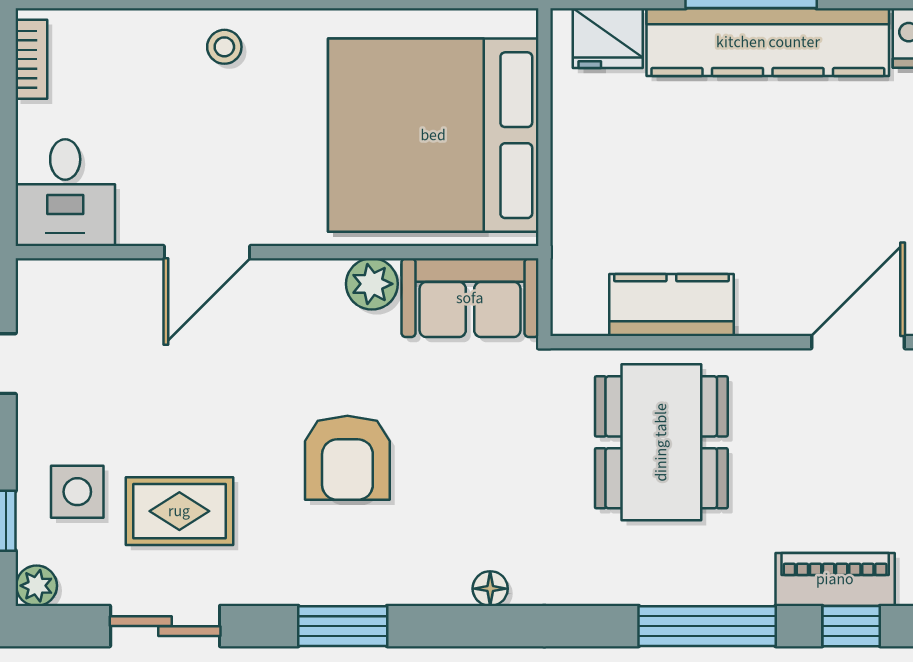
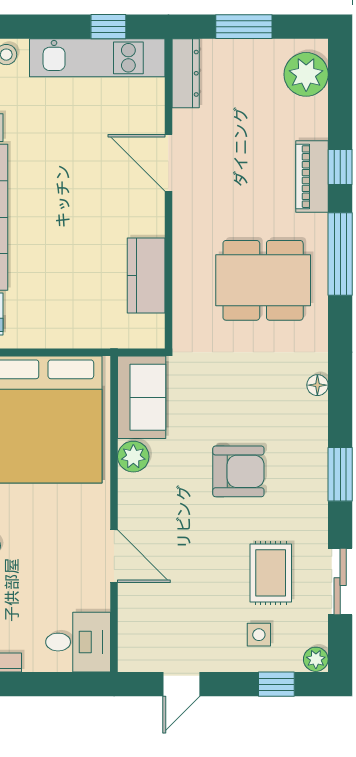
dining table: (661, 442) -> (263, 280), moved
side table: (77, 492) -> (259, 635), width x0.73, depth x0.73

